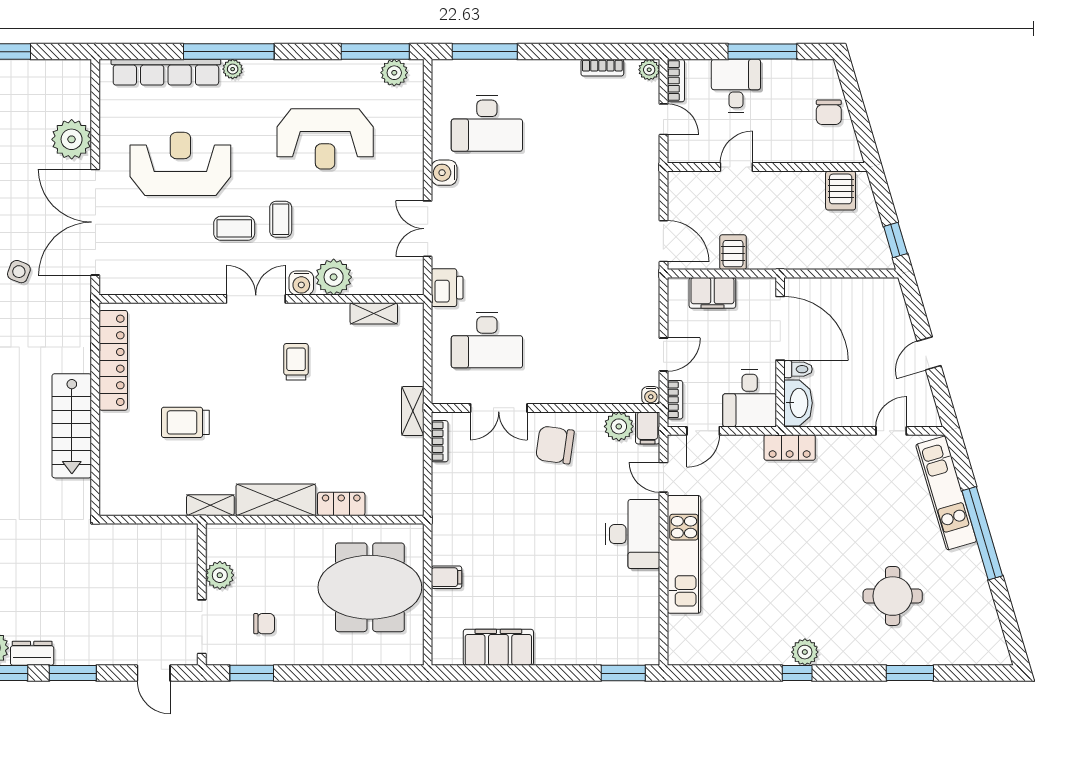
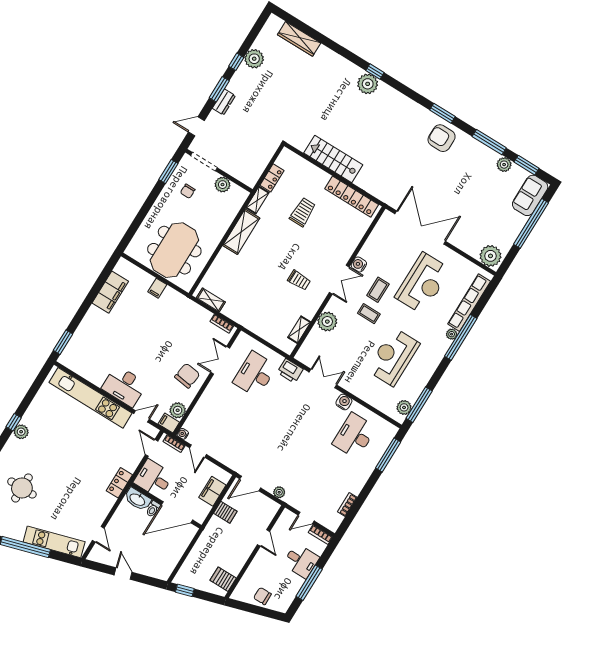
plant: (649, 70) -> (279, 492), moved
plant: (72, 139) -> (490, 256), moved
side table: (19, 272) -> (419, 178), removed
water cooler: (301, 283) -> (359, 264), moved
shelving: (413, 411) -> (211, 300), moved
locker: (341, 504) -> (272, 178), moved
kitchen unit: (684, 554) -> (91, 398), width x1.36
dresser: (32, 653) -> (224, 102), moved

